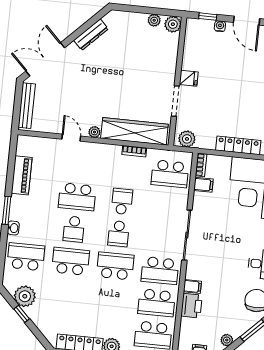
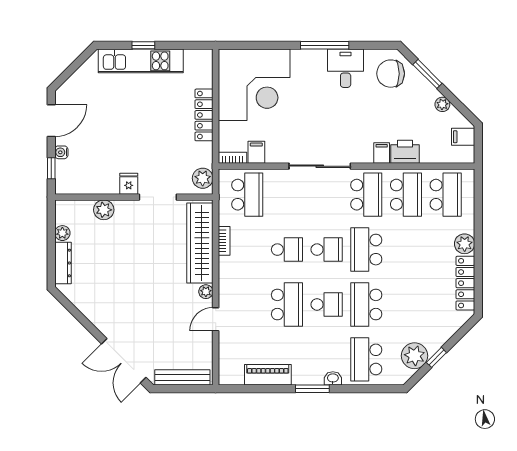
plant: (173, 24) -> (104, 210), moved
dresser: (91, 35) -> (63, 263), moved, turned 45
school desk: (122, 201) -> (287, 250), turned 180

